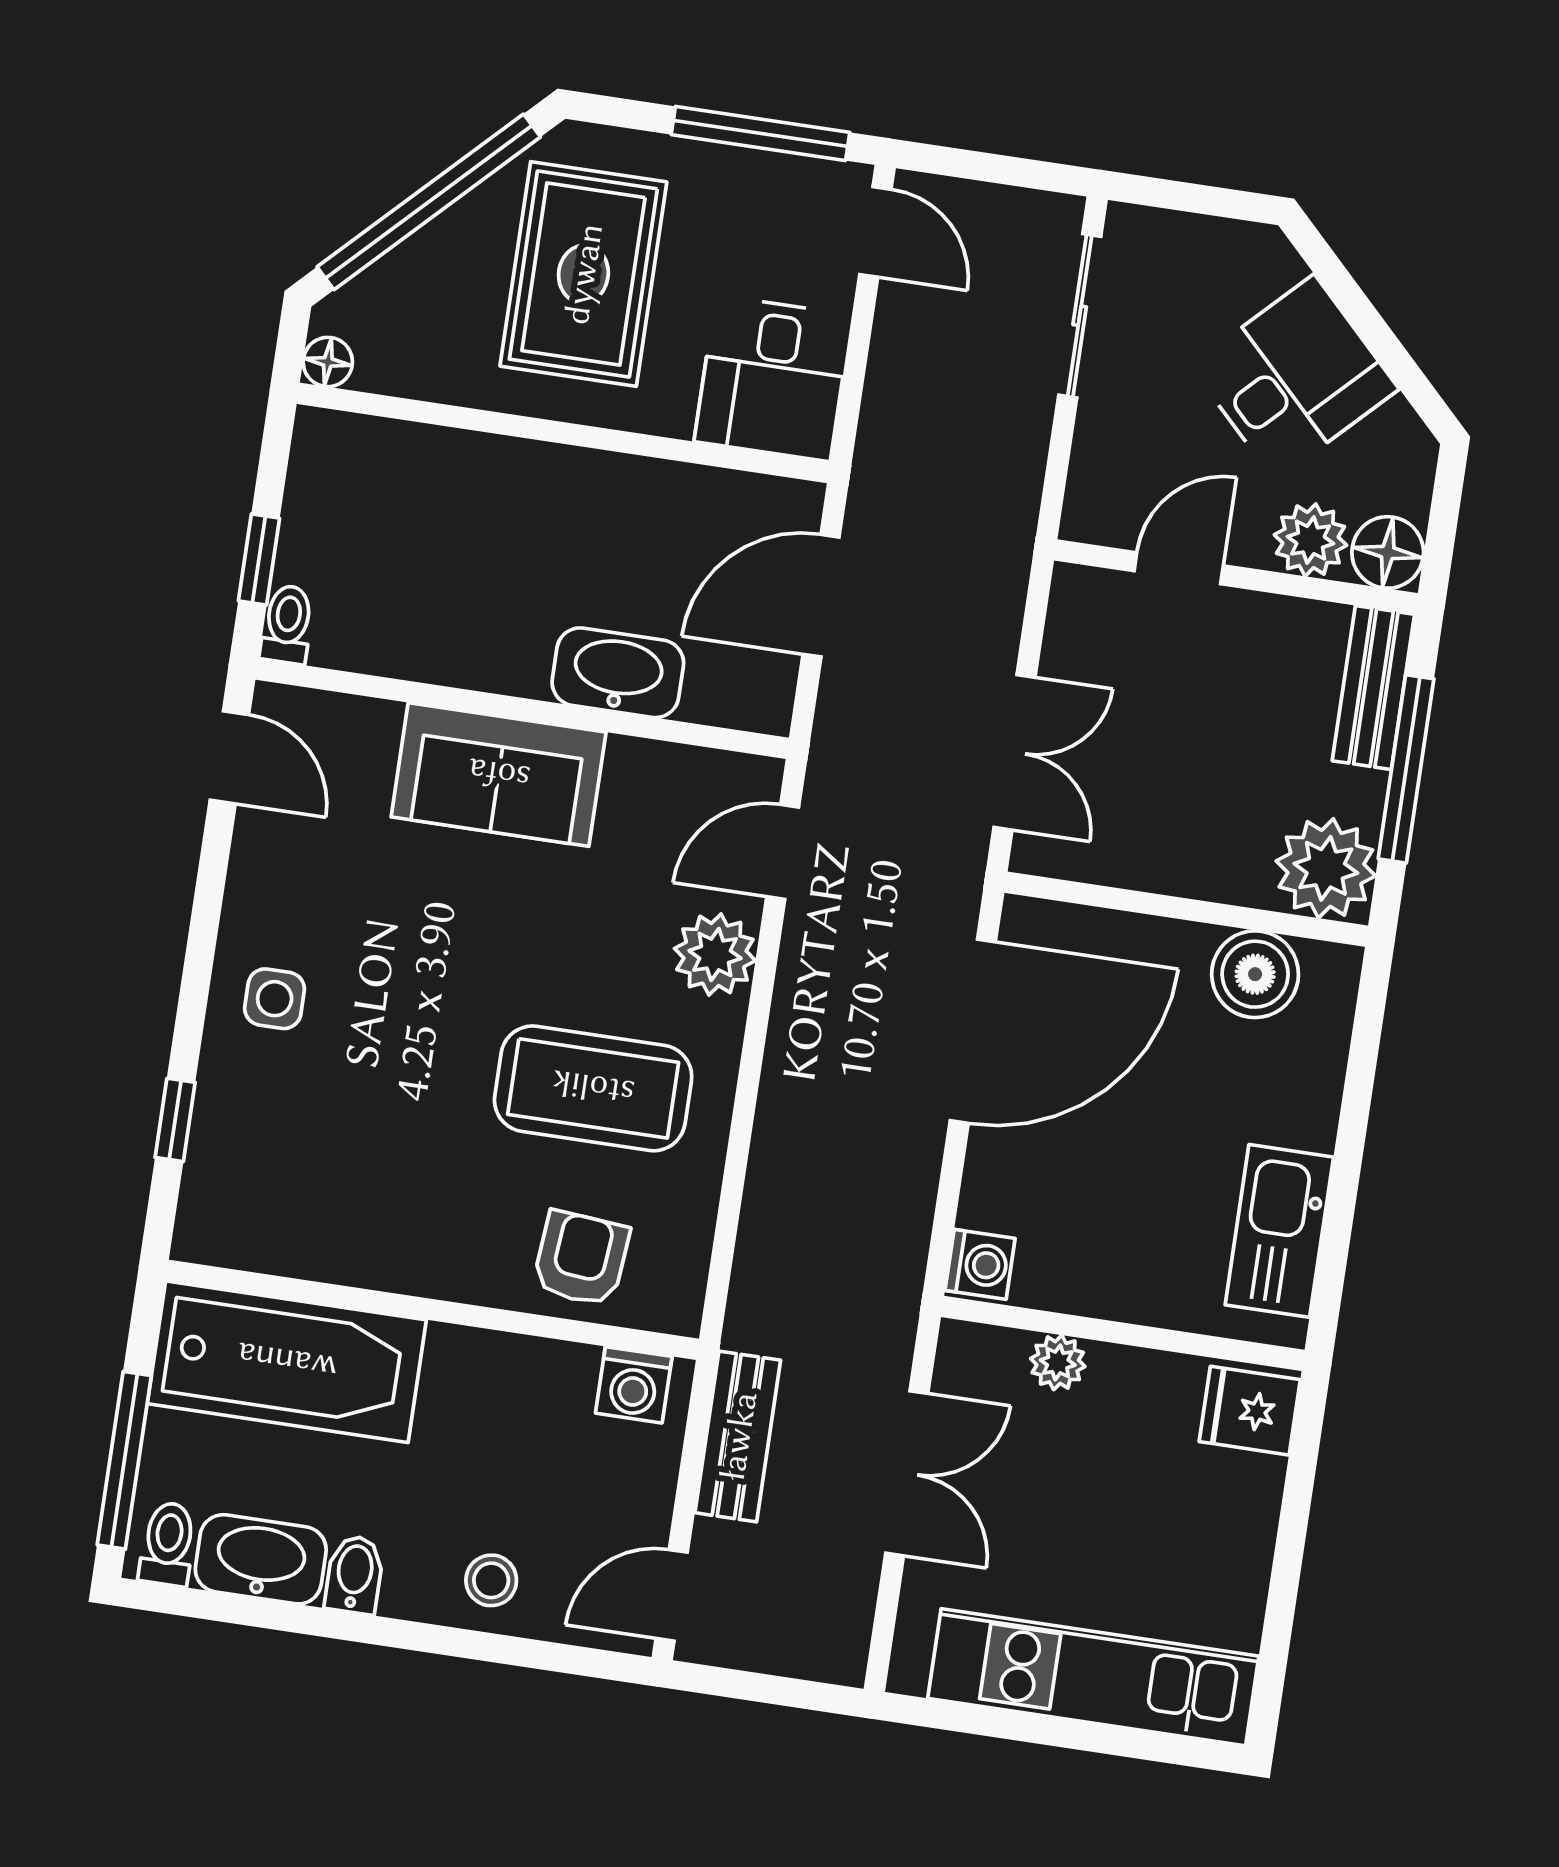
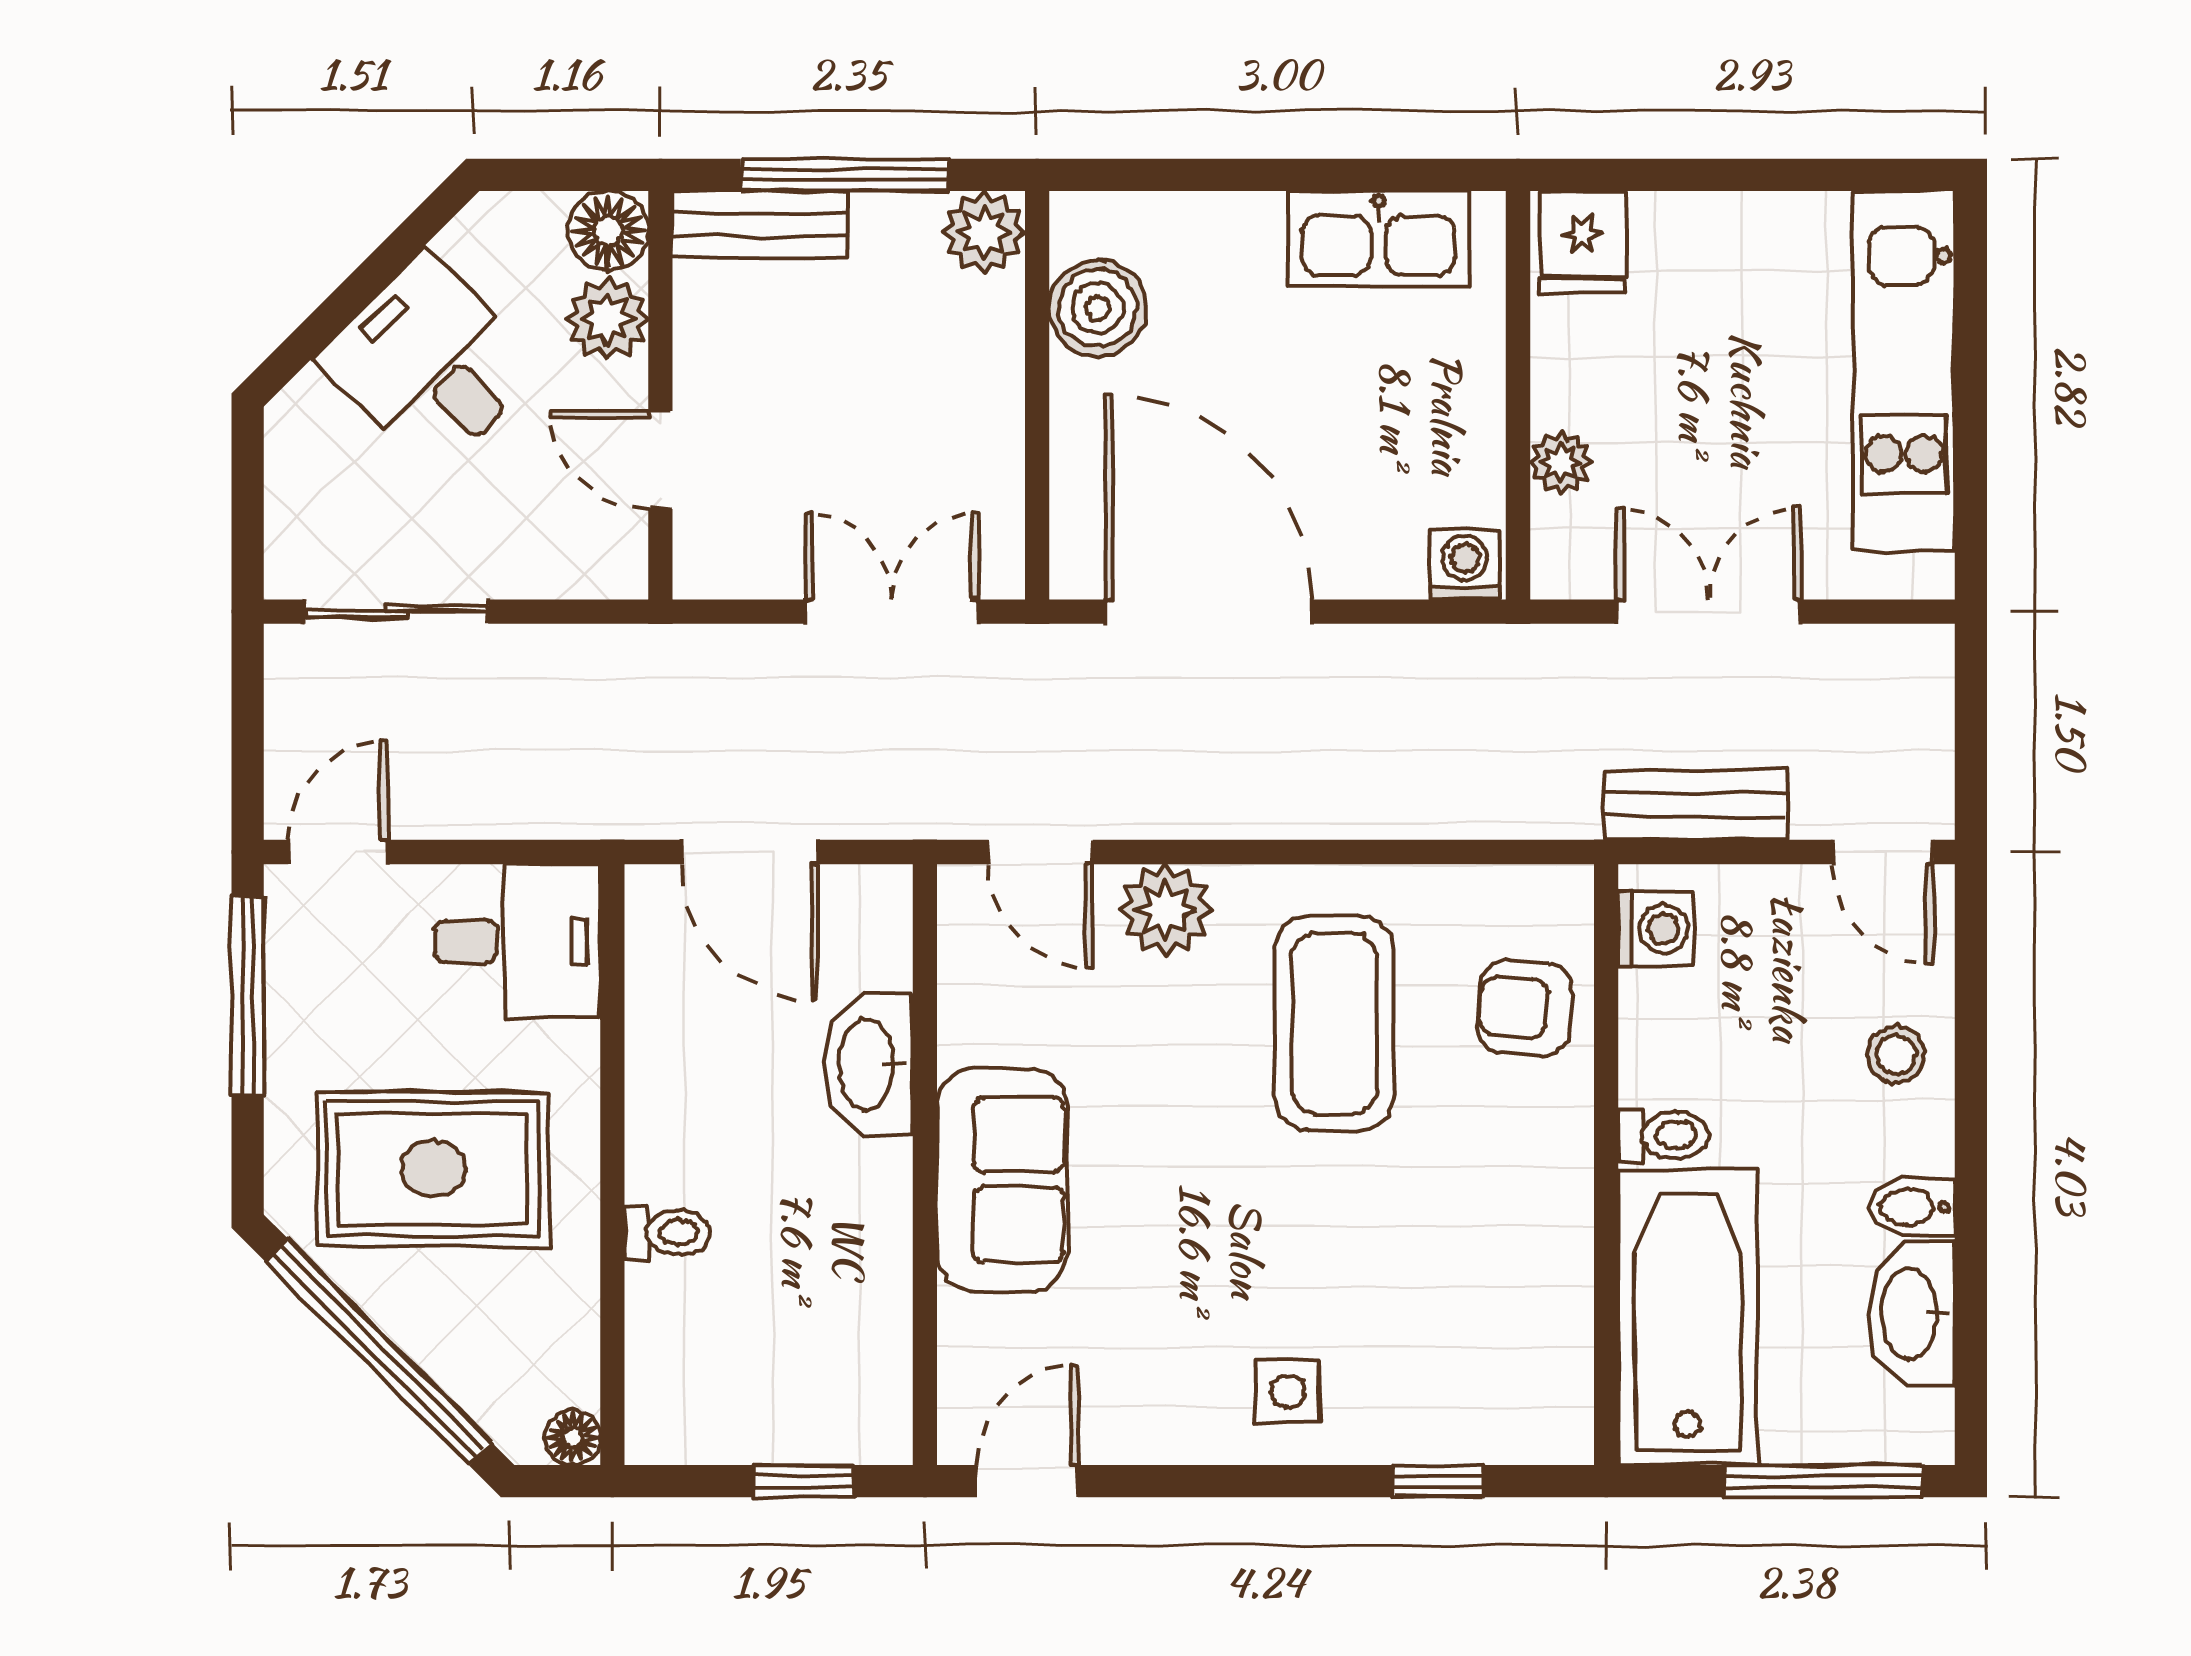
toilet: (287, 624) -> (667, 1232), moved, turned 180
plant: (1326, 868) -> (984, 232), width x0.73, depth x0.73
toilet: (168, 1544) -> (1663, 1135), moved, turned 180

